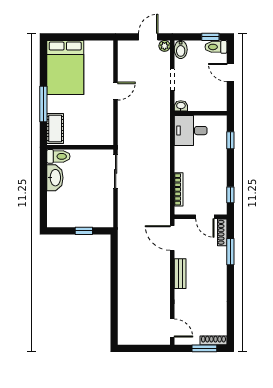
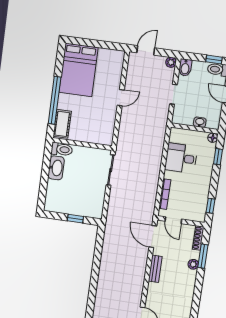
door: (148, 37) -> (146, 50), moved
window: (43, 104) -> (55, 100), width x1.46
washbasin: (181, 106) -> (200, 122), moved
floor lamp: (222, 121) -> (213, 138), added
desk: (191, 131) -> (181, 158), moved
door: (205, 217) -> (173, 220), moved
plant: (221, 262) -> (193, 264), added

